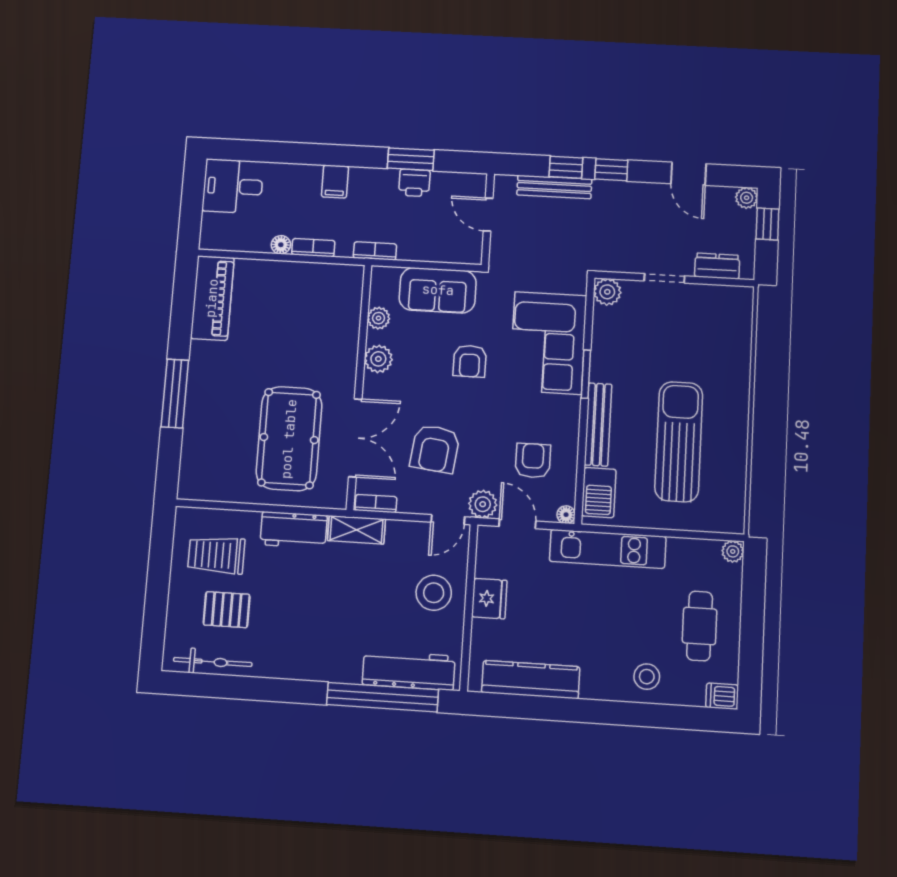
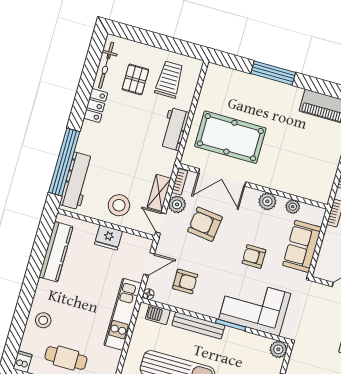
barbecue: (599, 493) -> (158, 315), width x0.73, depth x0.79
plant: (483, 504) -> (177, 204), moved
shelving: (356, 530) -> (159, 193), moved
locker: (281, 665) -> (96, 106), added

